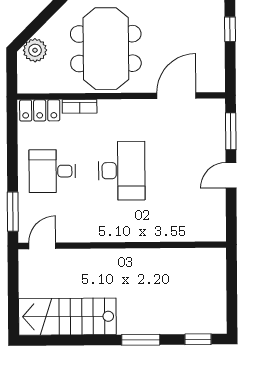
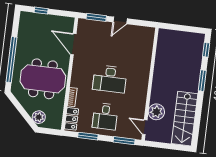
window: (12, 144) -> (88, 136), added
desk: (122, 171) -> (110, 79), turned 180
door: (231, 175) -> (120, 20), hinge flipped
plant: (73, 263) -> (156, 112), added

